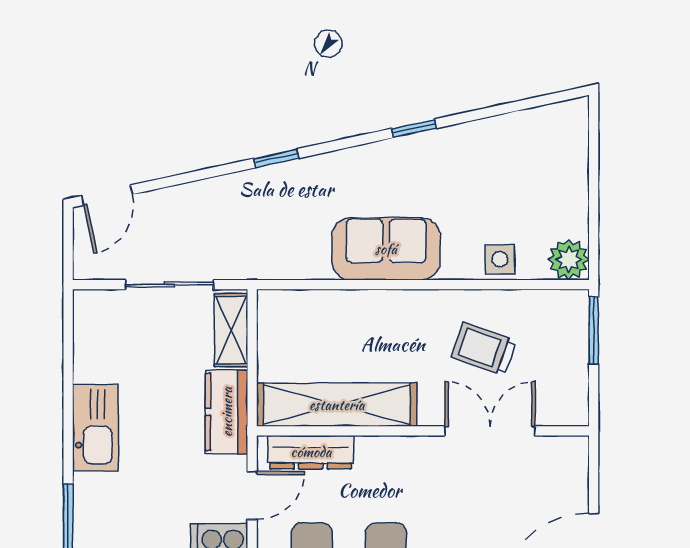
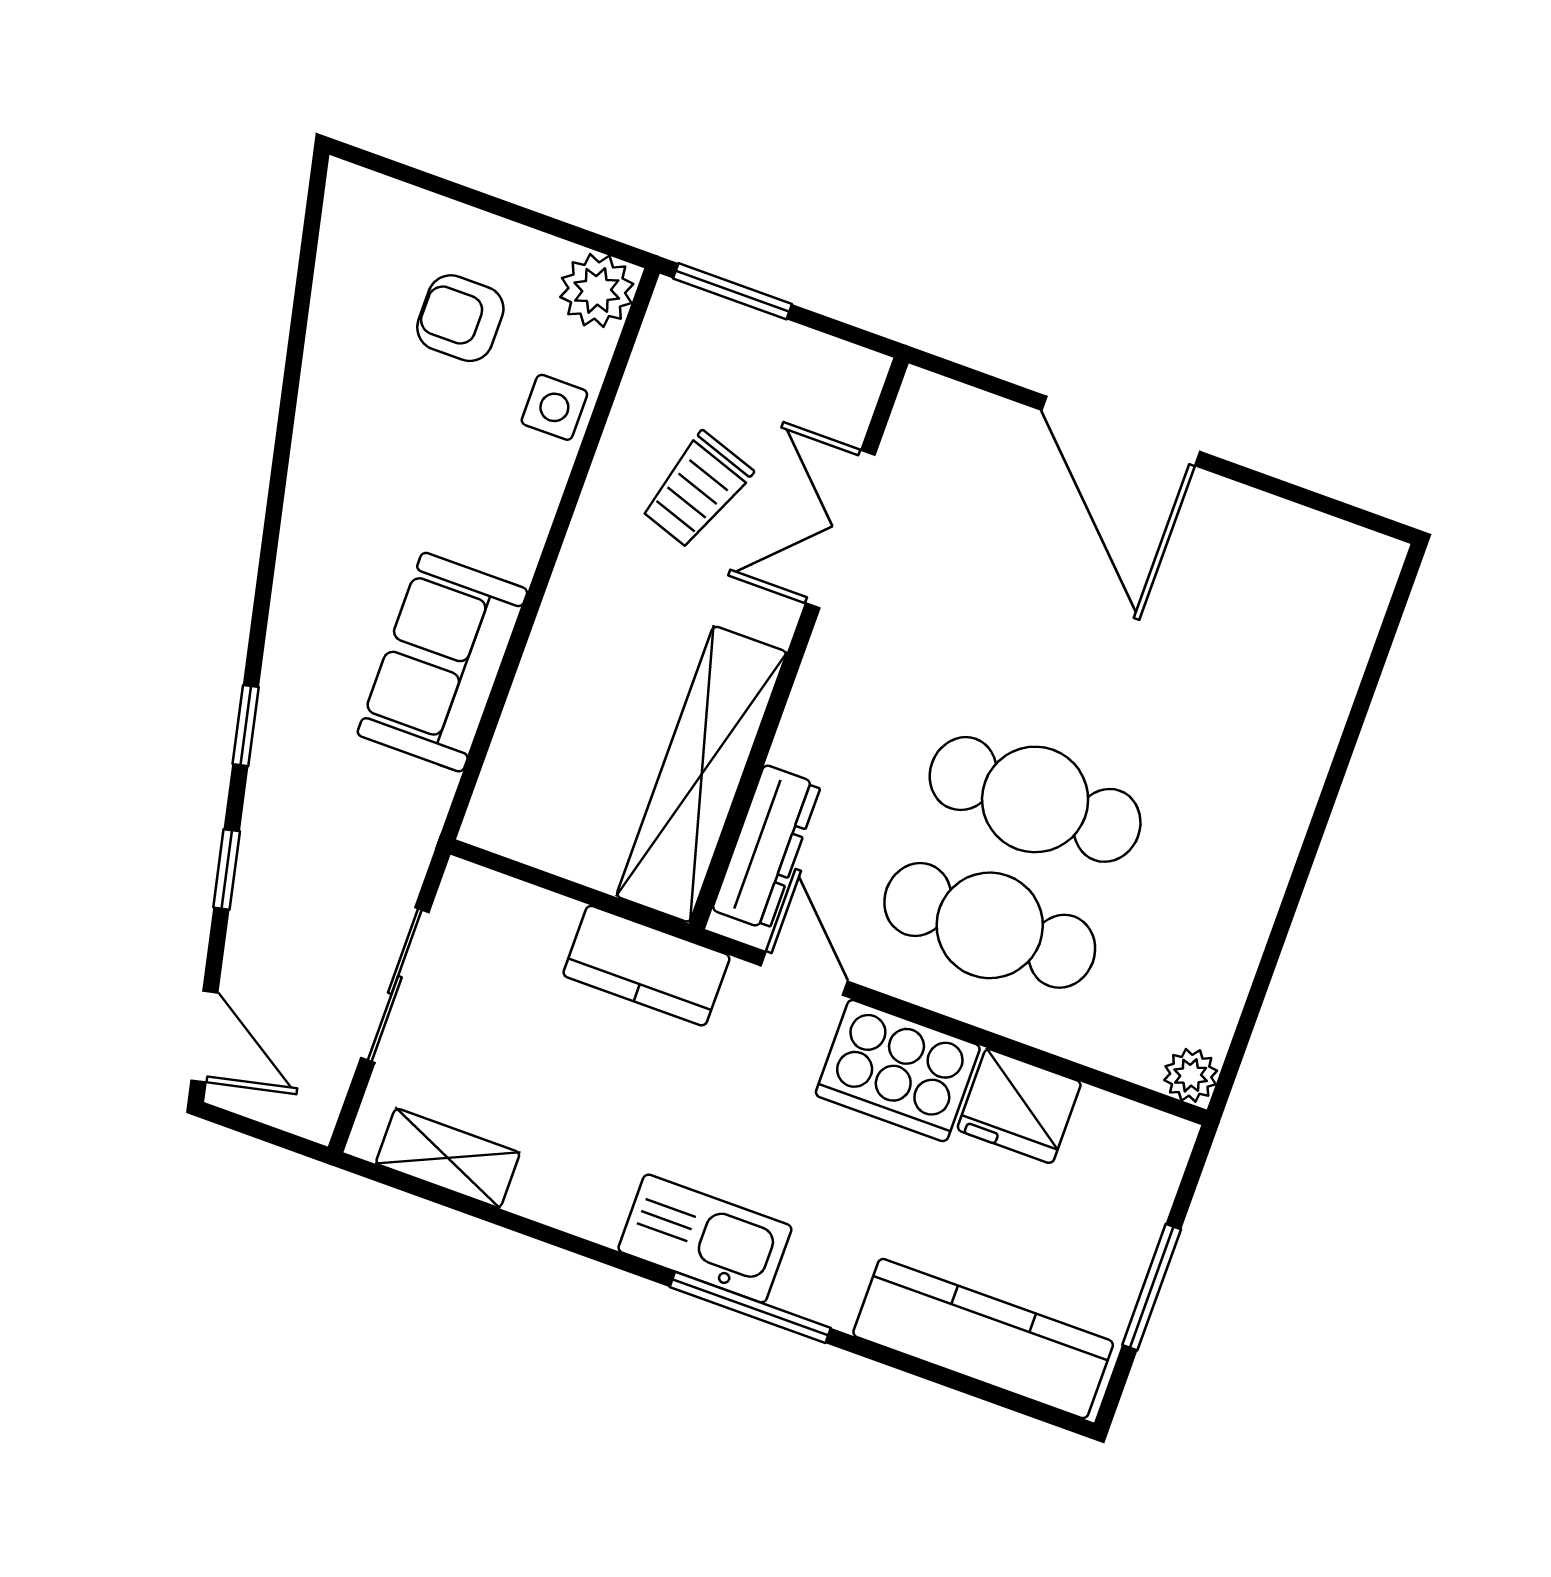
window: (414, 128) -> (227, 869), moved
armchair: (529, 194) -> (460, 318), added
sofa: (386, 249) -> (442, 662), moved
shelving: (231, 330) -> (448, 1158), moved
kitchen sink: (96, 428) -> (705, 1239), moved

